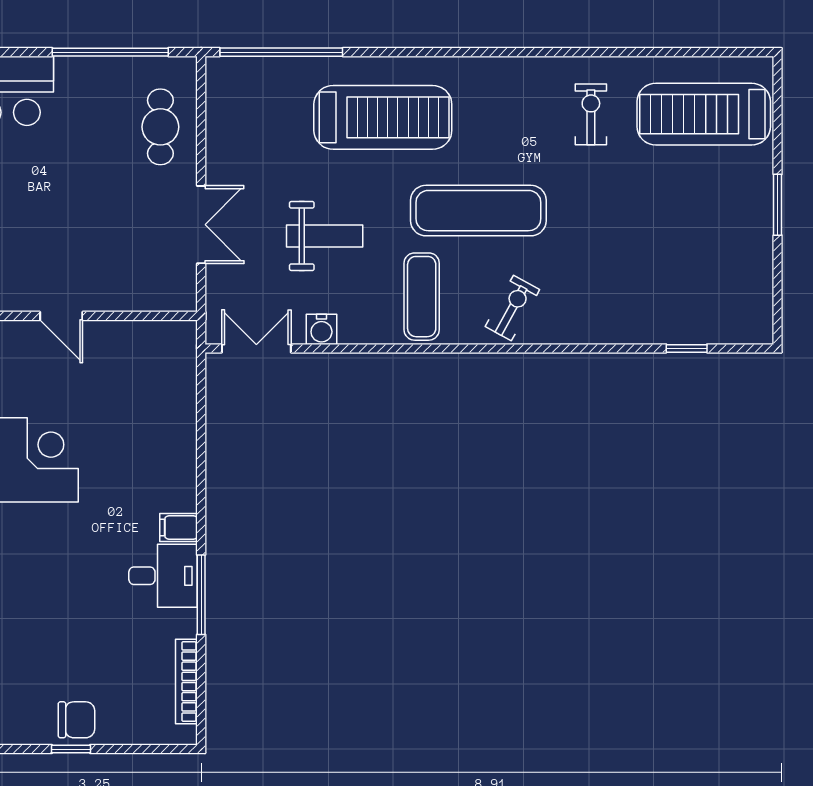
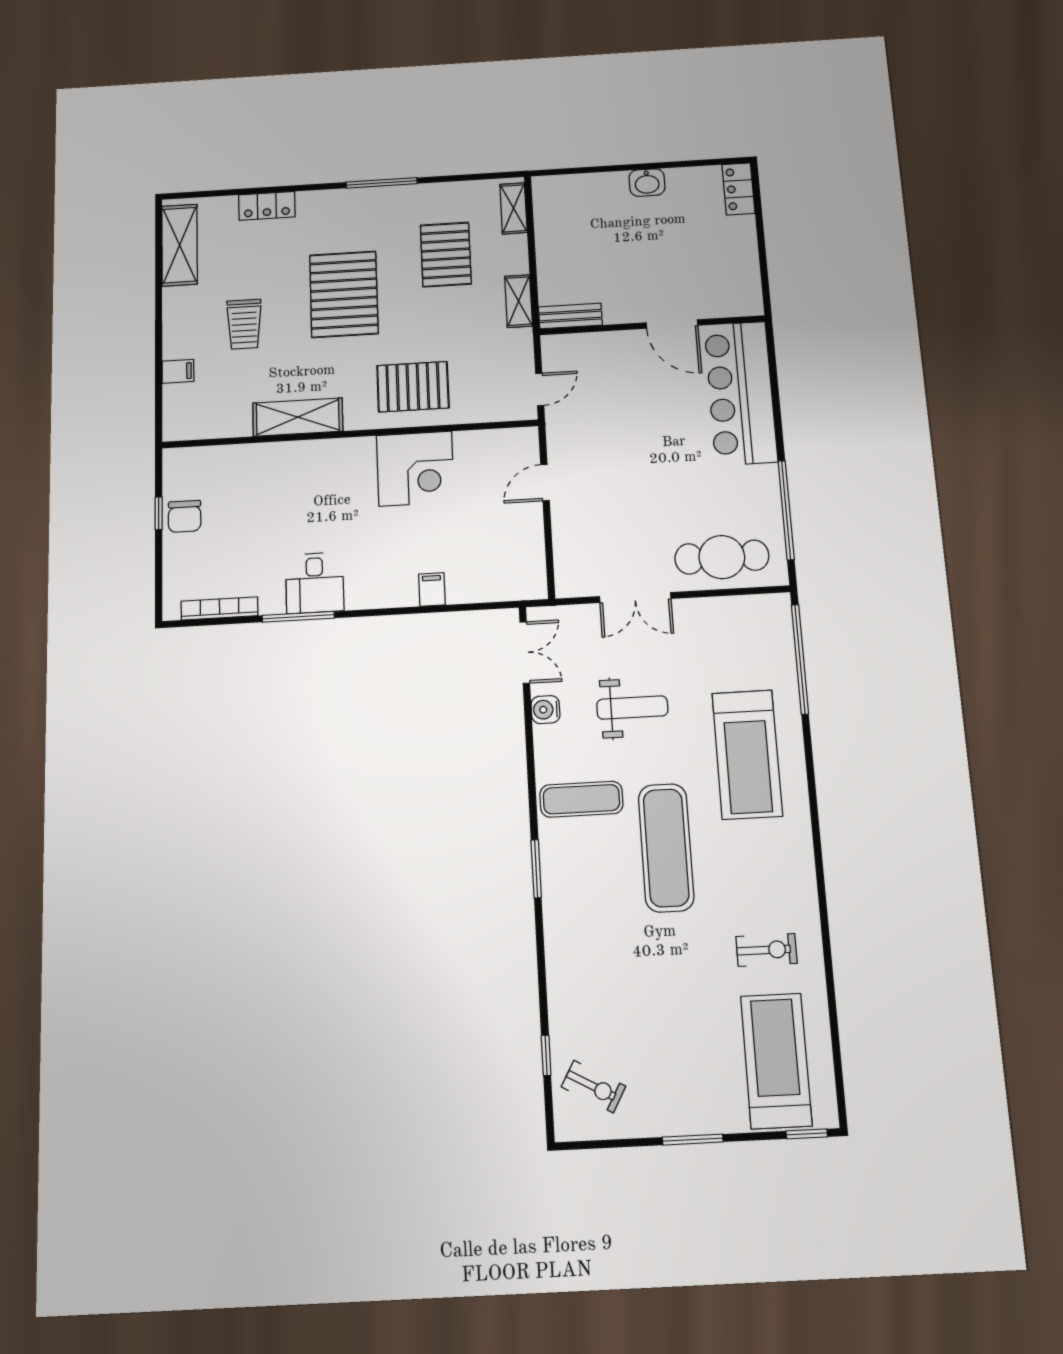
window: (778, 90) -> (807, 1134), added
cafe table: (160, 127) -> (722, 557), width x1.37, depth x1.35
weight bench: (325, 236) -> (632, 708), turned -90
exercise bike: (512, 308) -> (594, 1087), moved
window: (493, 348) -> (536, 869), added
filing cabinet: (179, 527) -> (432, 589), moved

